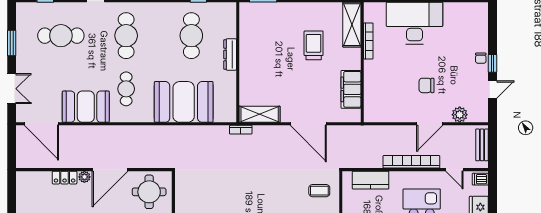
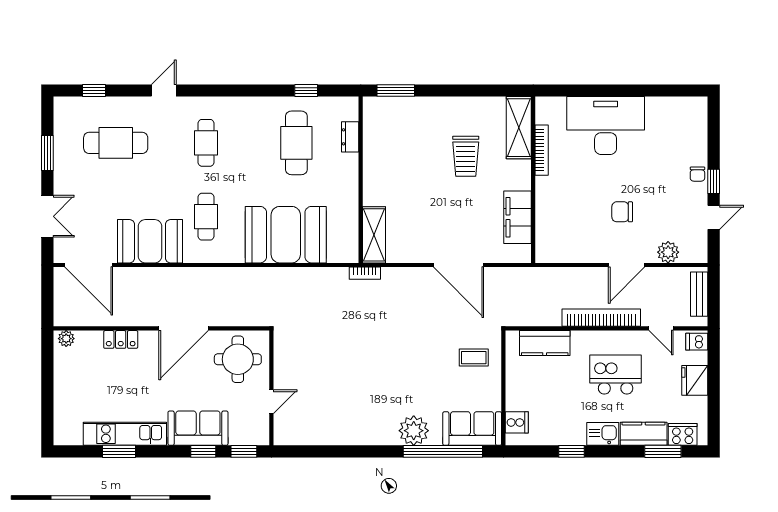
cafe table: (126, 36) -> (206, 143), width x0.73, depth x0.74
trolley: (314, 45) -> (466, 156), turned 180
dresser: (230, 54) -> (350, 137), moved, width x0.70
shelving: (260, 114) -> (374, 235), moved, turned 90
plant: (84, 177) -> (66, 339), moved

